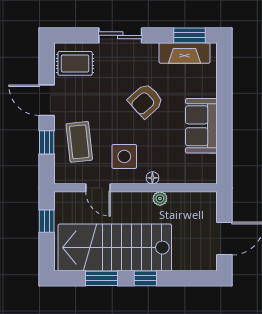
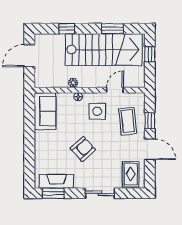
rug: (75, 63) -> (131, 174), turned 90
sofa: (201, 126) -> (45, 111), moved
door: (98, 188) -> (115, 90), hinge flipped
window: (47, 221) -> (150, 54), moved
window: (145, 278) -> (67, 29), moved

